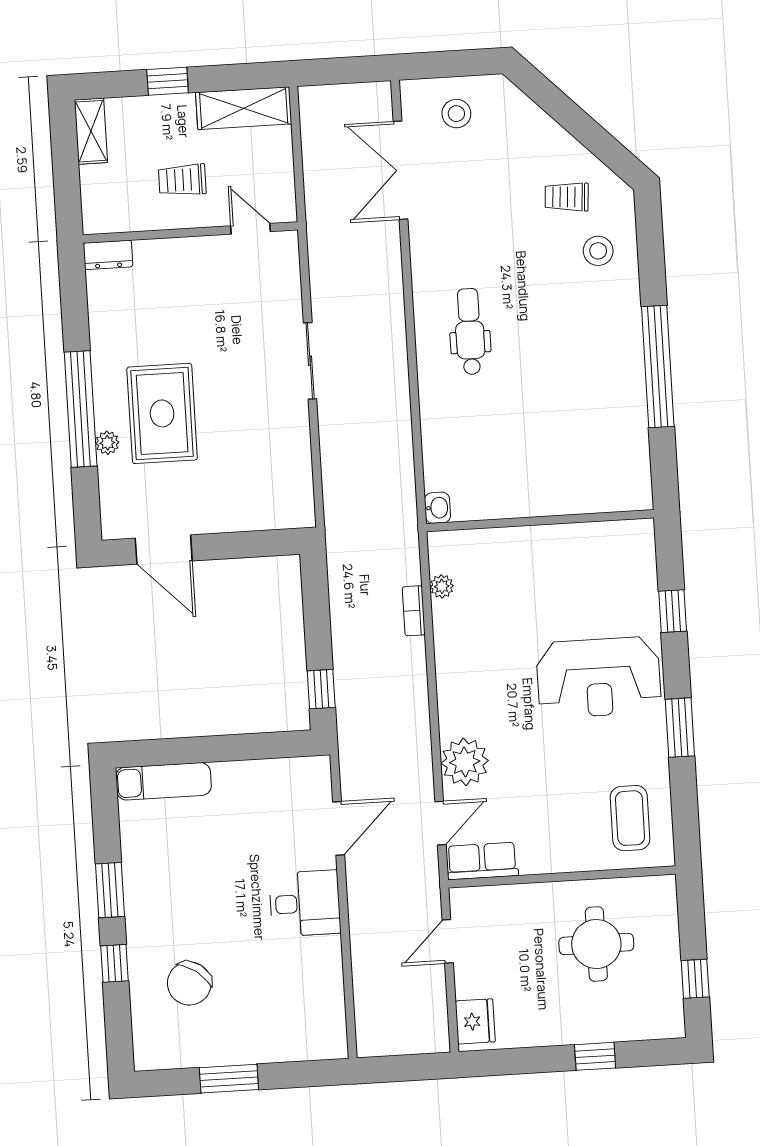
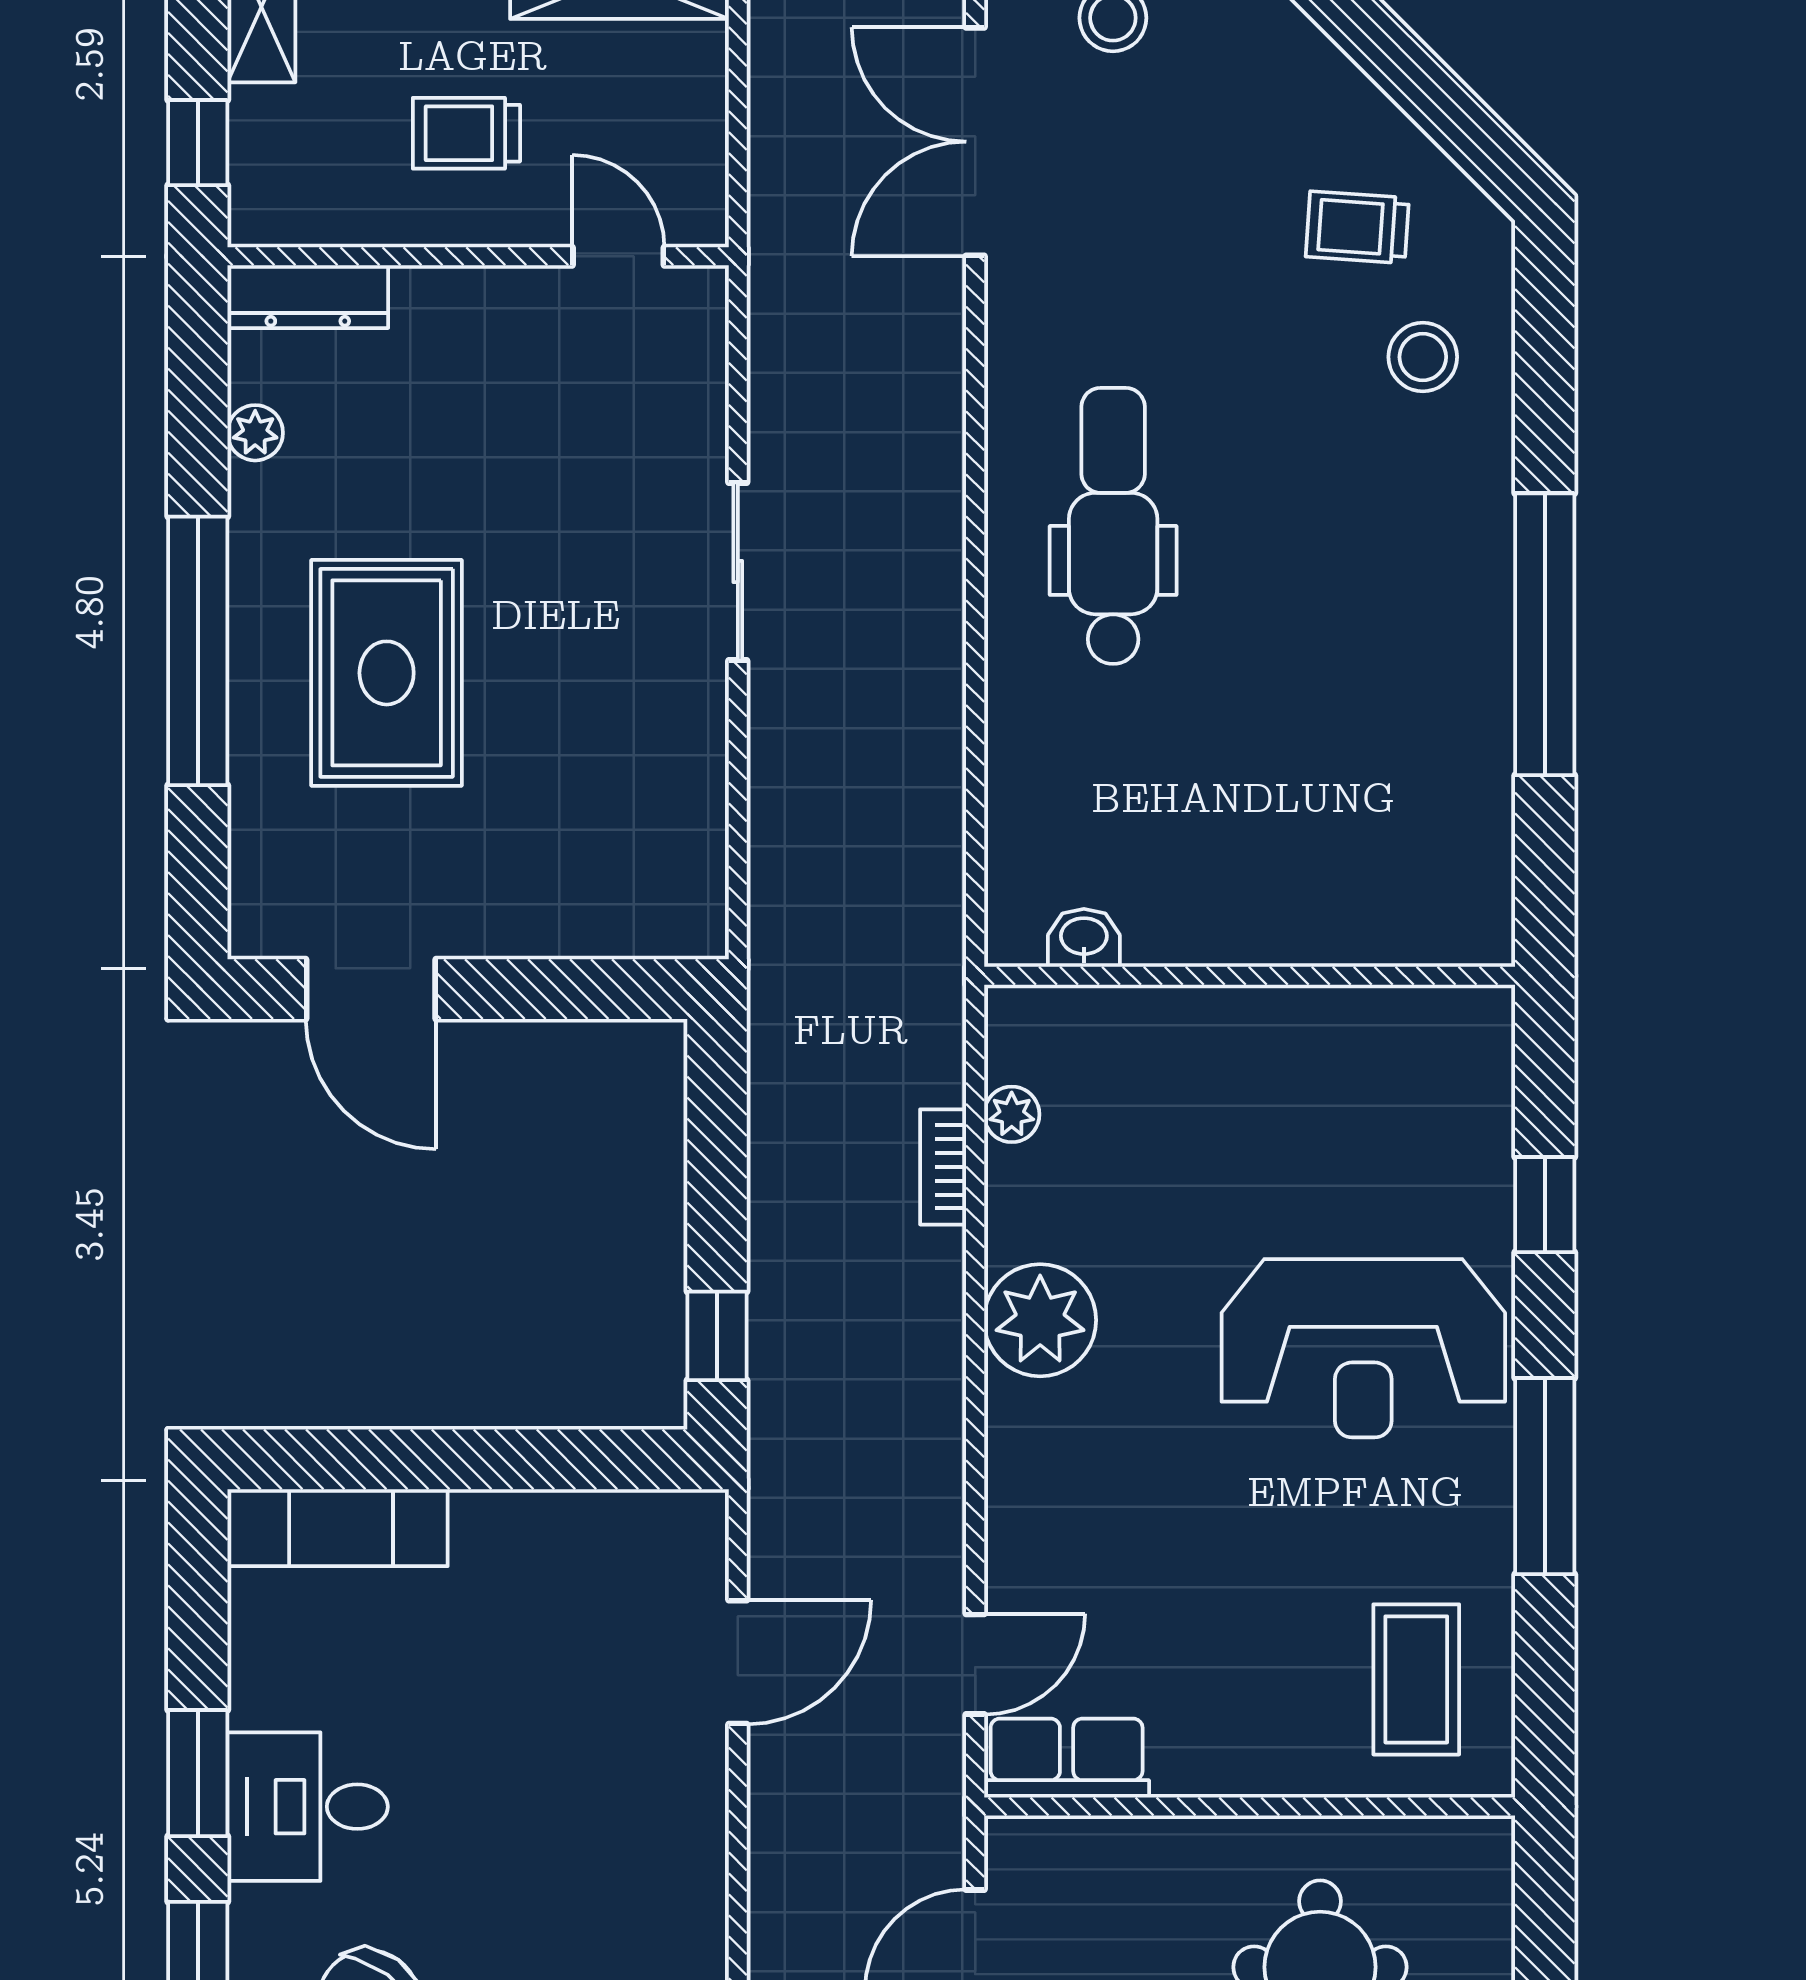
window: (67, 191) -> (198, 143), added
dresser: (108, 255) -> (308, 297), width x1.44
dental chair: (470, 331) -> (1113, 526), width x1.36, depth x1.38
plant: (107, 443) -> (255, 433), moved
washbasin: (438, 508) -> (1084, 938), moved, turned -90
window: (680, 728) -> (1545, 1476), width x1.44
plant: (465, 762) -> (1040, 1320), moved
desk: (305, 903) -> (308, 1807), moved, turned 180

